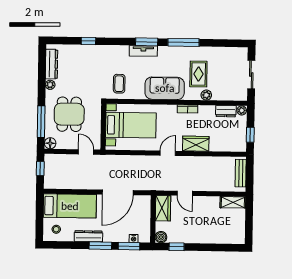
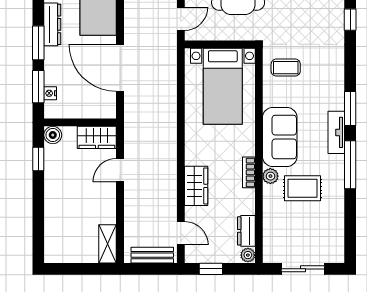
tv unit: (143, 51) -> (336, 132), moved
plant: (206, 95) -> (270, 176), moved
door: (168, 153) -> (181, 233), moved

